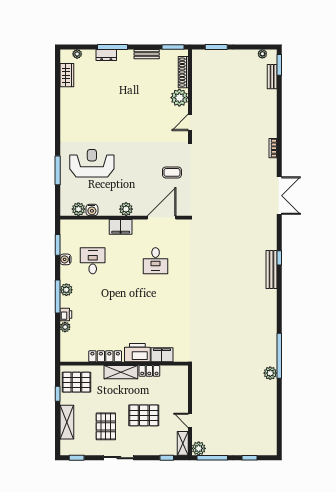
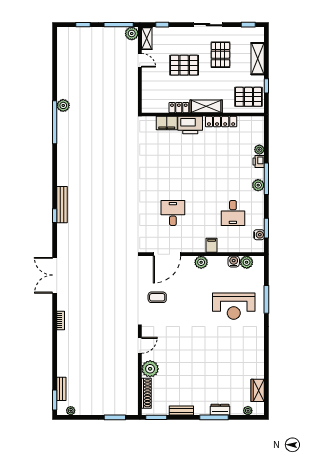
filing cabinet: (121, 227) -> (212, 245), width x0.50
water cooler: (65, 259) -> (259, 235), moved

